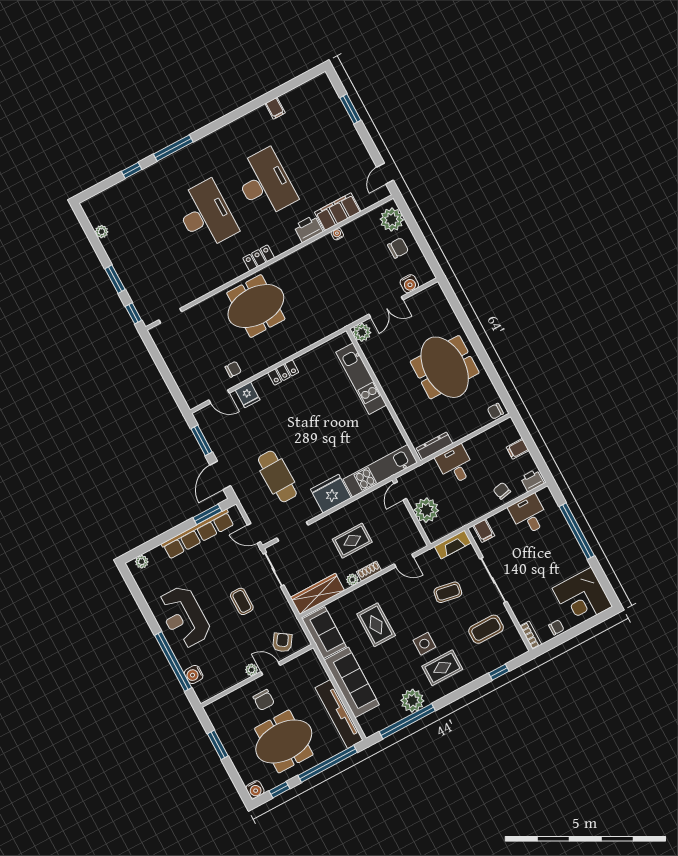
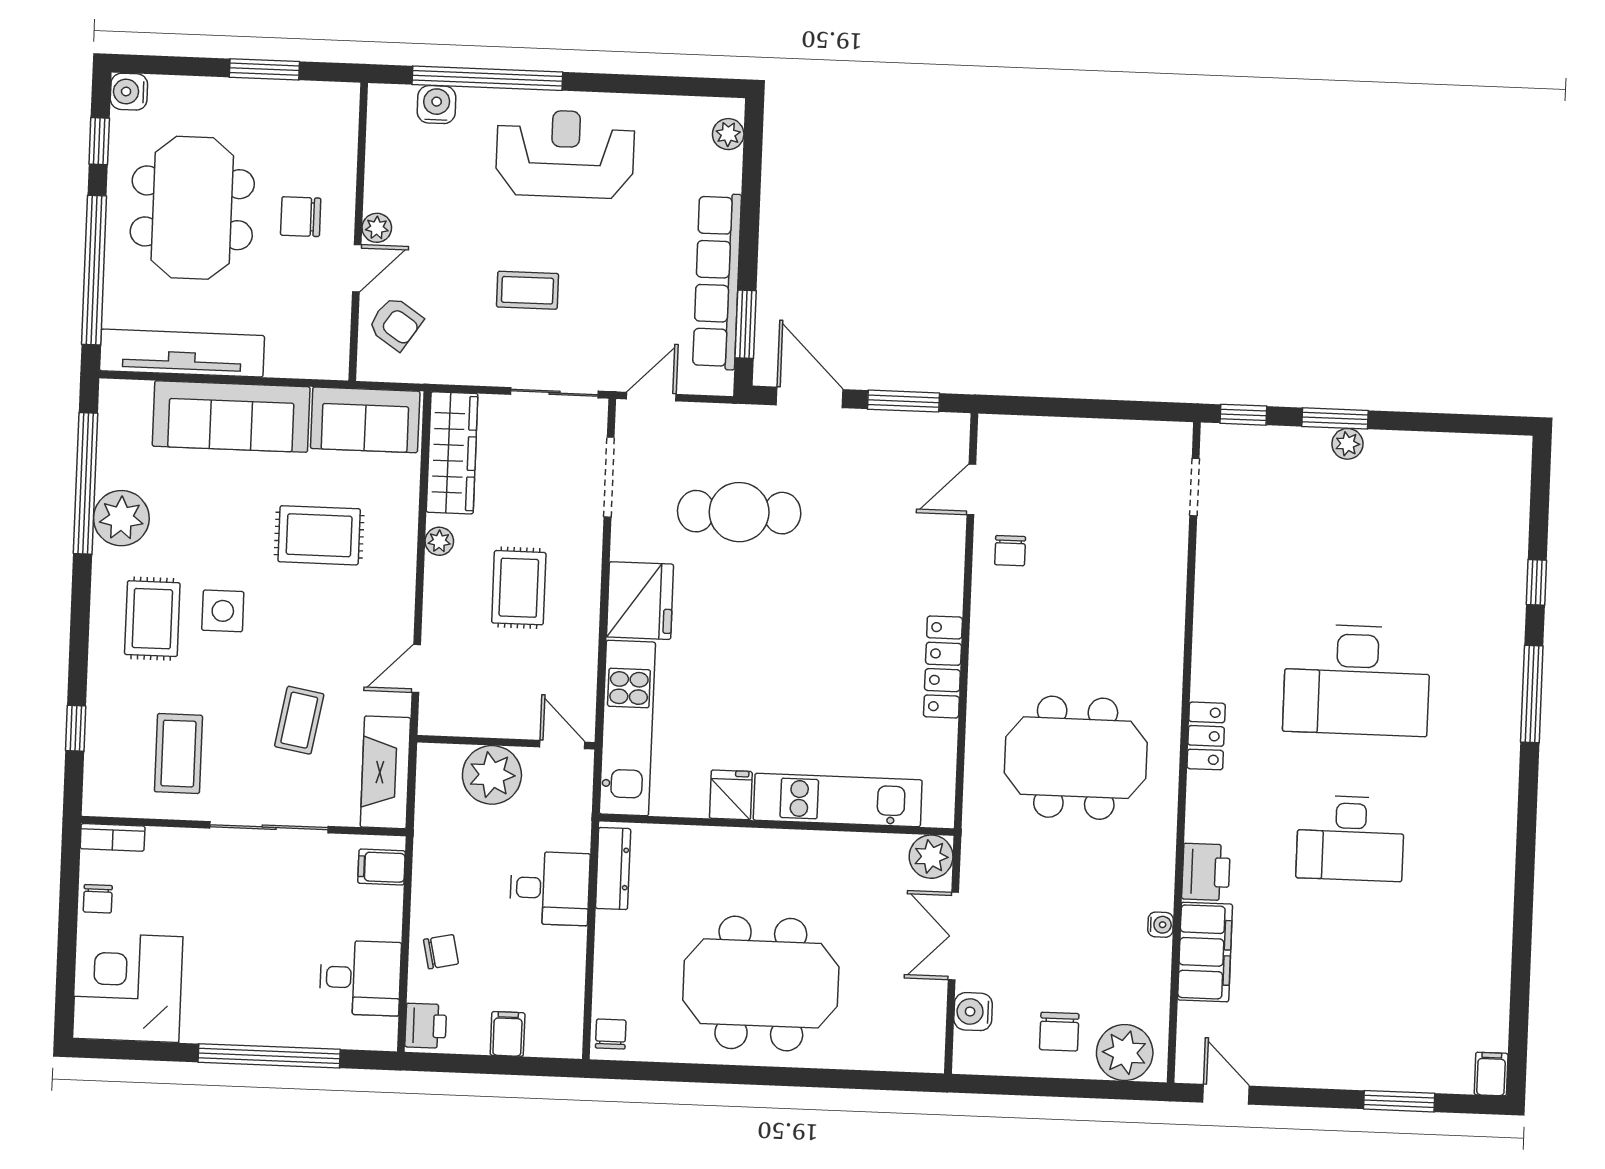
filing cabinet: (275, 108) -> (1491, 1074), moved, turned 90
desk: (265, 183) -> (1350, 838), width x0.73, depth x0.77
plant: (102, 232) -> (1347, 444), moved
meeting table: (256, 306) -> (1076, 758), moved, turned 90
locker: (283, 372) -> (943, 667), width x1.53
fridge: (248, 395) -> (731, 795), moved, turned 90
fireplace: (453, 545) -> (385, 772), width x1.37, depth x1.32
shoe rack: (369, 571) -> (436, 585), removed

